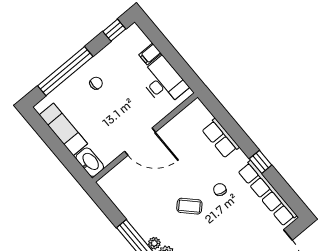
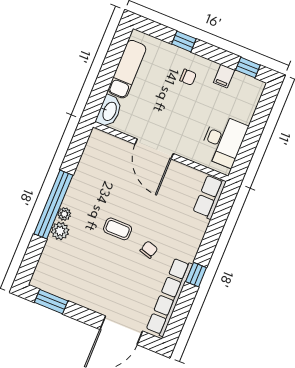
filing cabinet: (150, 54) -> (224, 76), moved, turned -90
window: (65, 71) -> (184, 41), width x0.32
row of seats: (221, 138) -> (210, 197), moved
coffee table: (189, 206) -> (118, 229), turned -45

